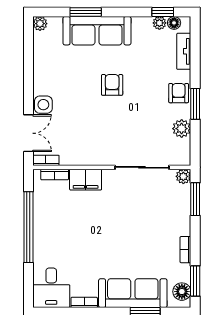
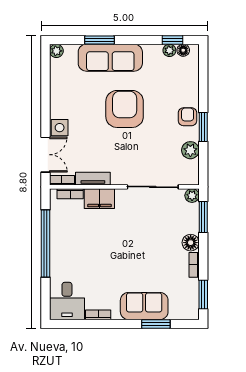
tv unit: (184, 51) -> (93, 179), moved, turned 90
armchair: (112, 85) -> (125, 109), width x1.88, depth x1.88
floor lamp: (182, 292) -> (191, 243), moved
sofa: (133, 293) -> (144, 306), width x0.73

